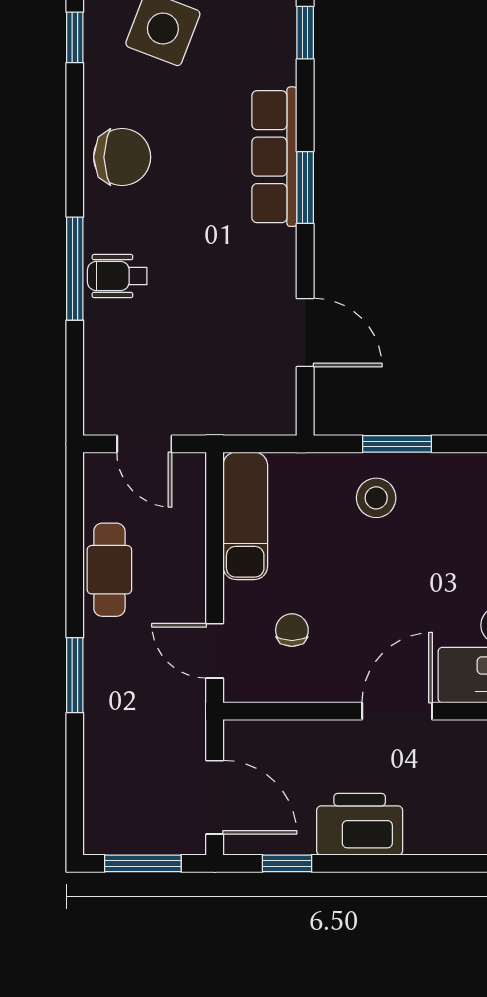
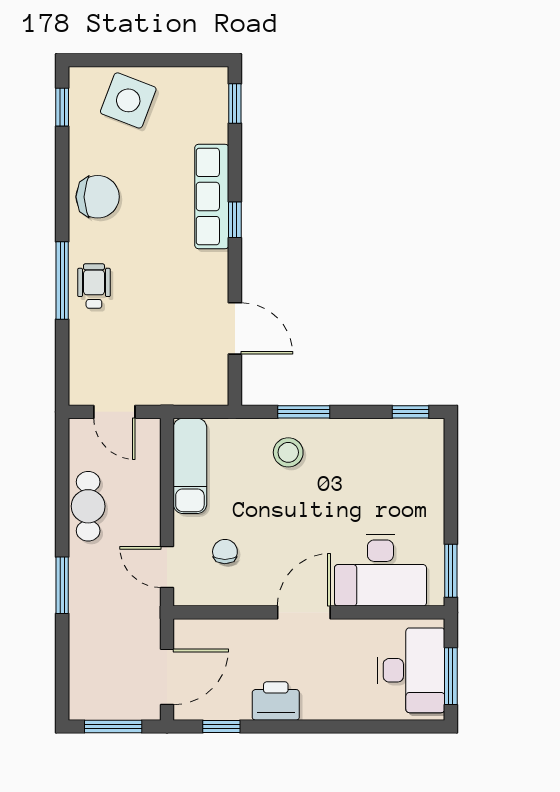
window: (305, 188) -> (235, 220), width x0.67
wheelchair: (117, 276) -> (94, 286), turned 90
door: (215, 797) -> (167, 677), hinge flipped
printer: (360, 824) -> (276, 701), width x0.73, depth x0.84

